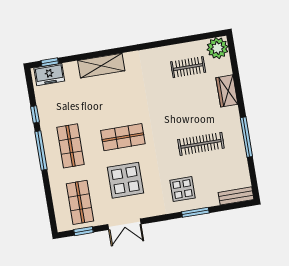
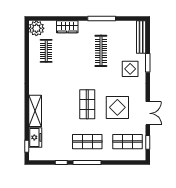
freezer: (49, 74) -> (35, 137), moved
bench: (236, 196) -> (141, 37), width x1.36

